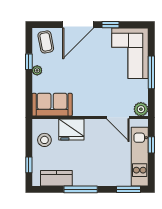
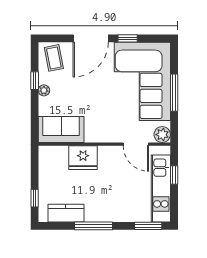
corner sofa: (130, 53) -> (142, 81), width x1.36, depth x1.36
stool: (44, 140) -> (52, 170), removed

